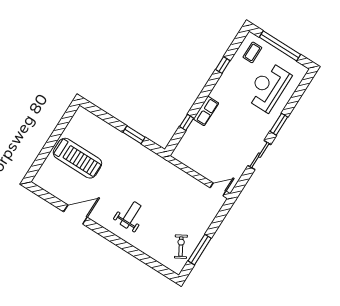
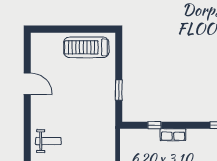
treadmill: (77, 158) -> (86, 47), moved, turned 90
weight bench: (131, 215) -> (48, 141), moved

